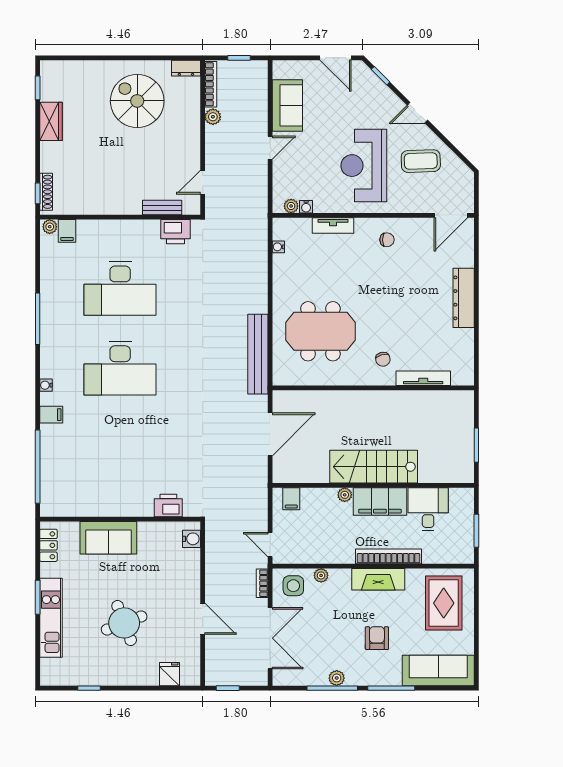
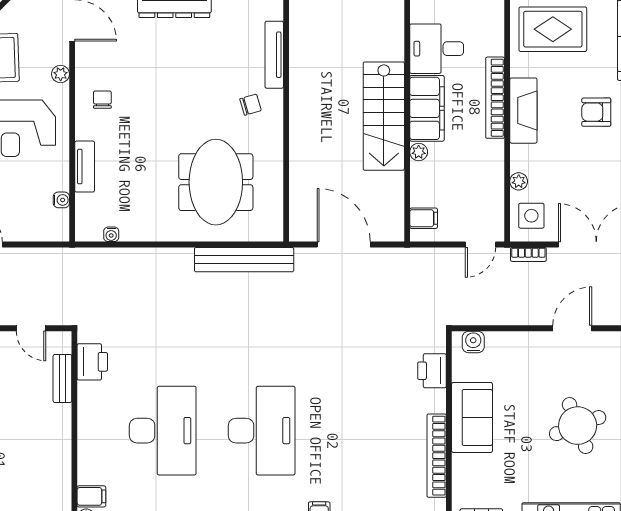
plant: (291, 206) -> (61, 74), moved
bookcase: (100, 509) -> (437, 456), added
sofa: (108, 538) -> (472, 417), moved

